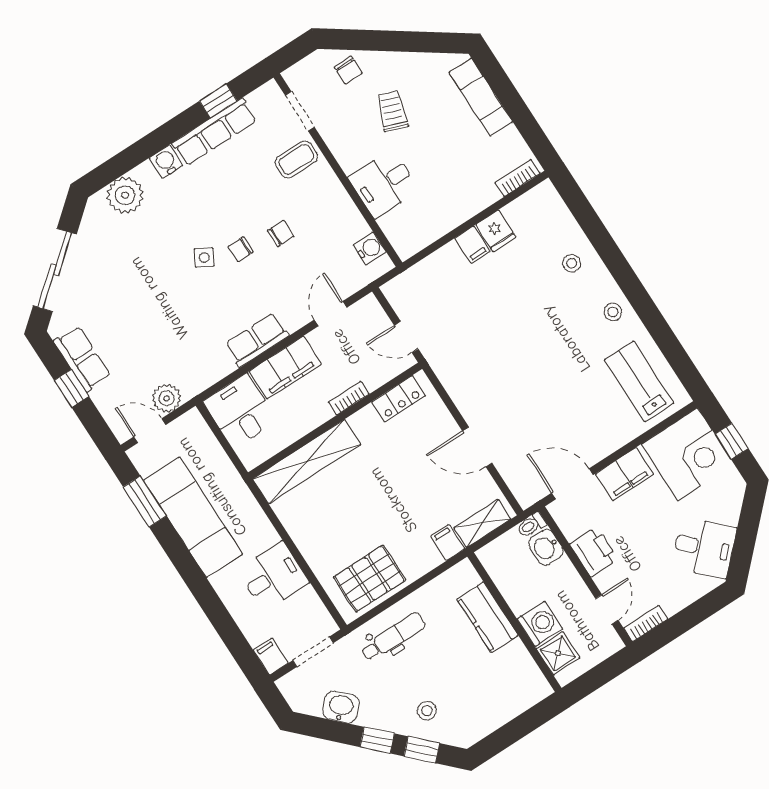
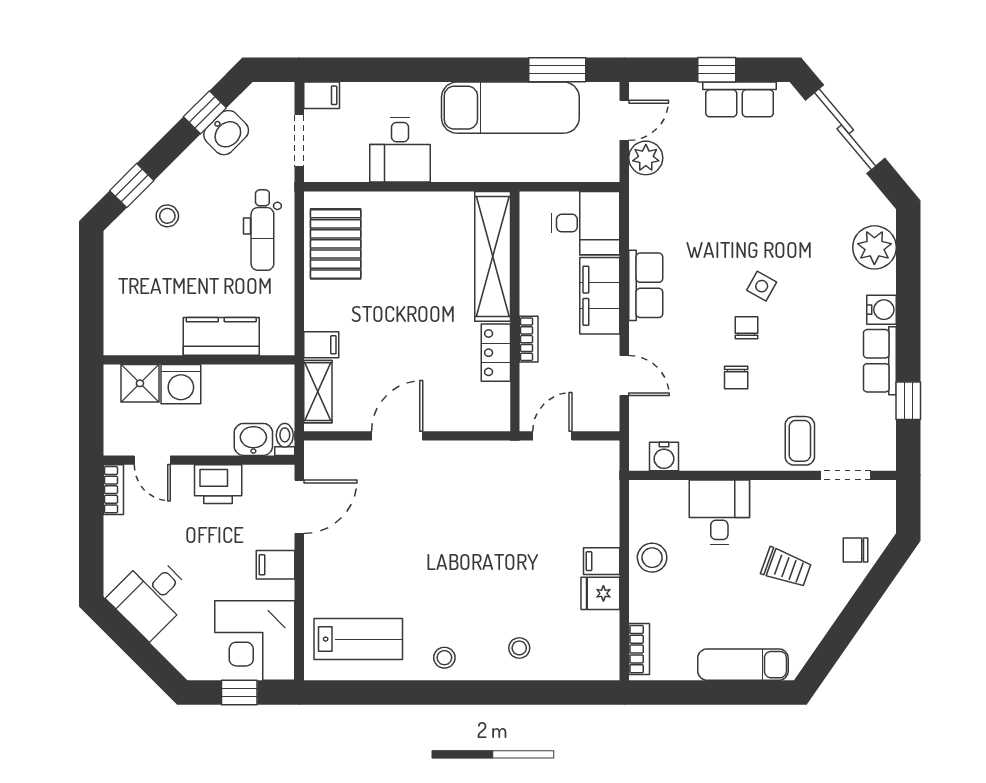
row of seats: (214, 132) -> (880, 361), width x0.68
stool: (447, 211) -> (652, 558), added
locker: (399, 399) -> (496, 353), moved
filing cabinet: (624, 474) -> (275, 565), width x0.50
window: (377, 740) -> (205, 112), moved

